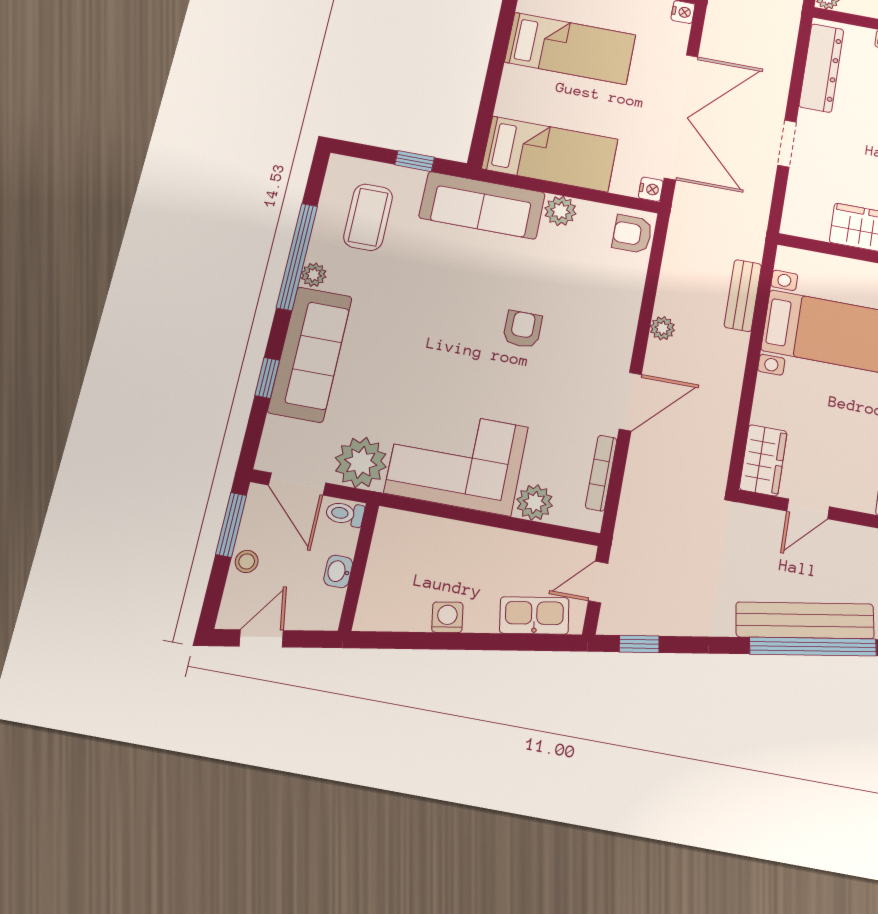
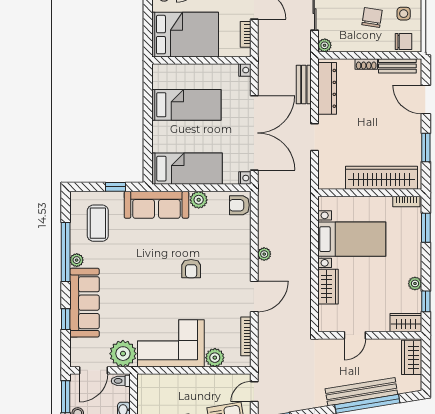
bench: (743, 295) -> (304, 85), moved
armchair: (522, 329) -> (191, 269), turned 180
wardrobe: (763, 460) -> (328, 287), moved
door: (297, 484) -> (93, 370), hinge flipped

